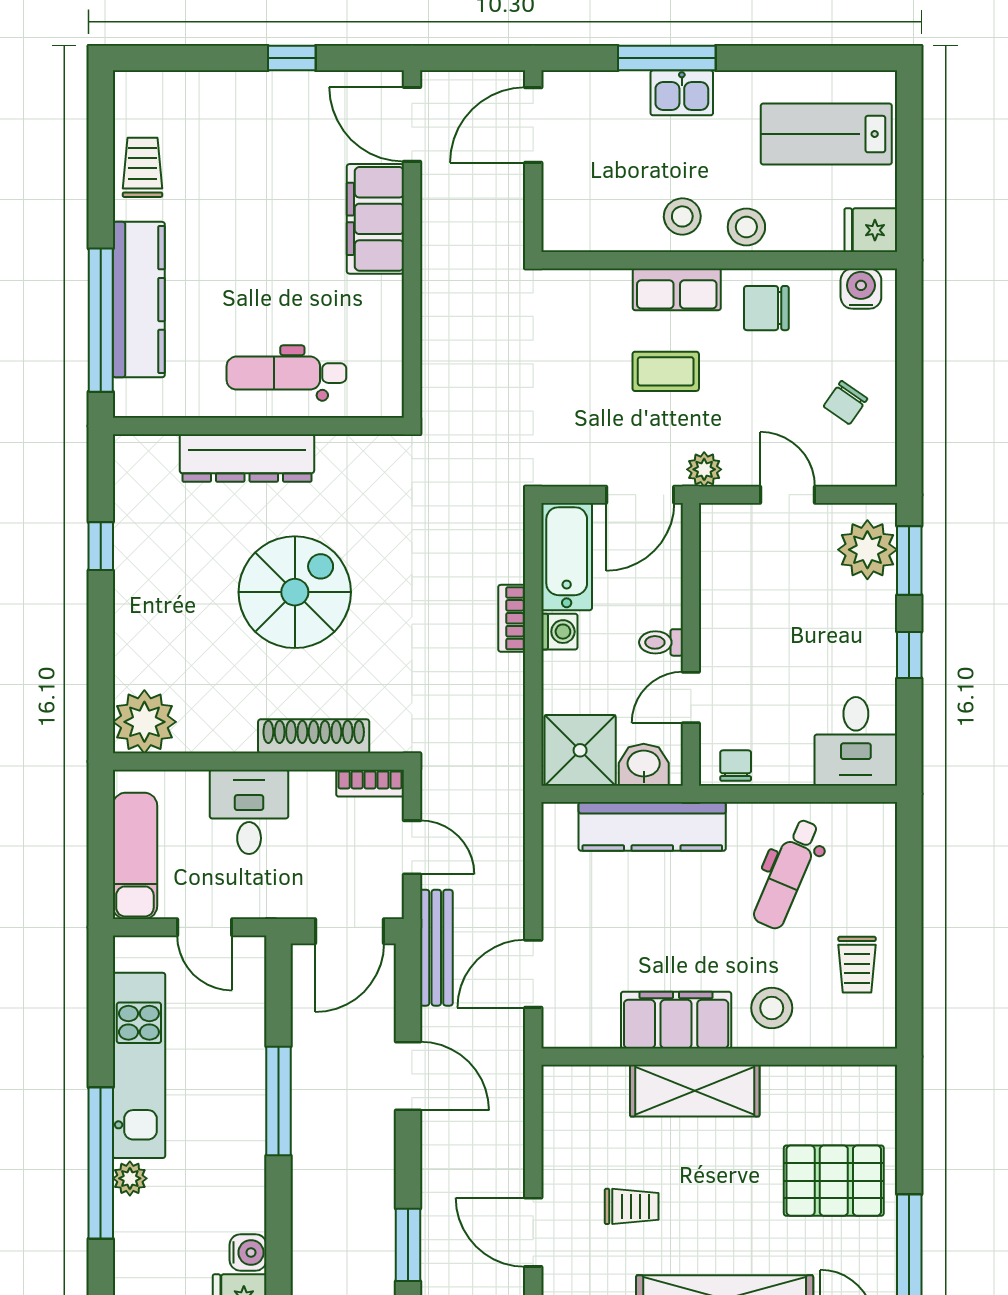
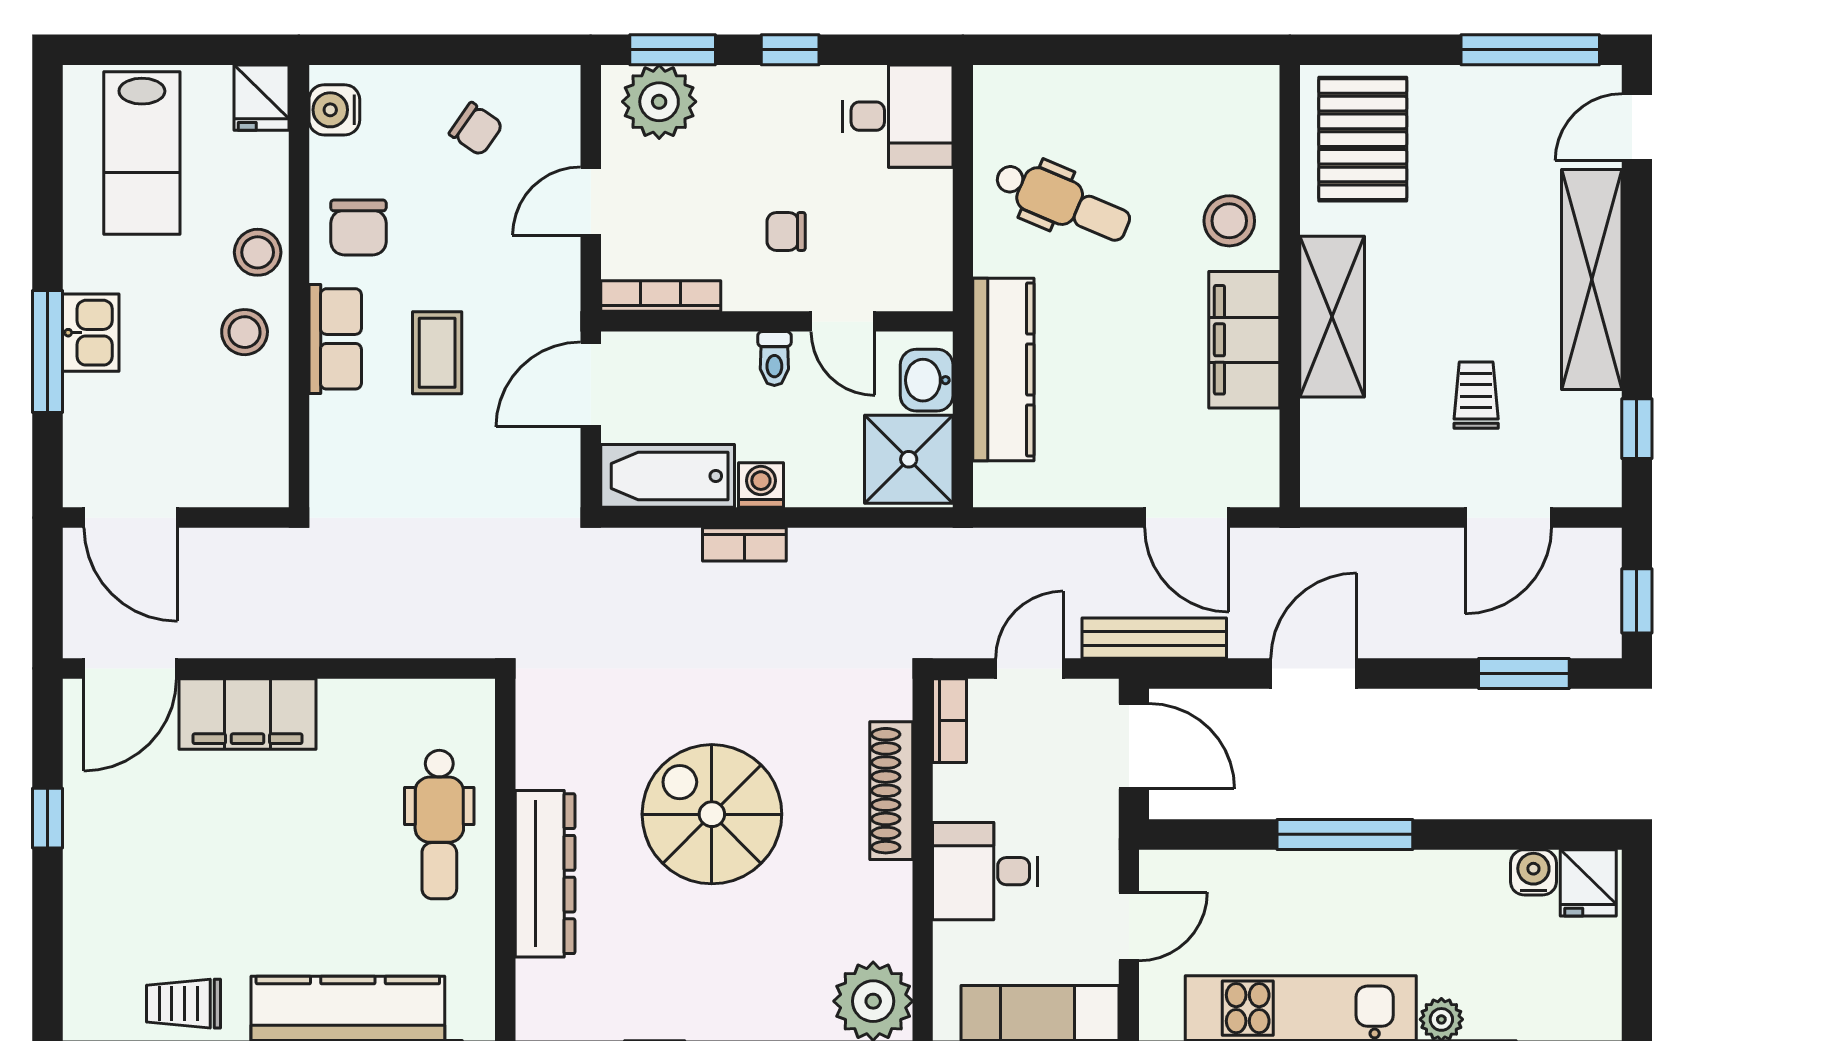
plant: (704, 469) -> (559, 305), removed
door: (640, 495) -> (591, 385), swing flipped
bookcase: (711, 551) -> (661, 296), added
chair: (736, 766) -> (786, 231), moved
trolley: (857, 965) -> (1175, 115), removed
pallet: (834, 1181) -> (1363, 139), moved

